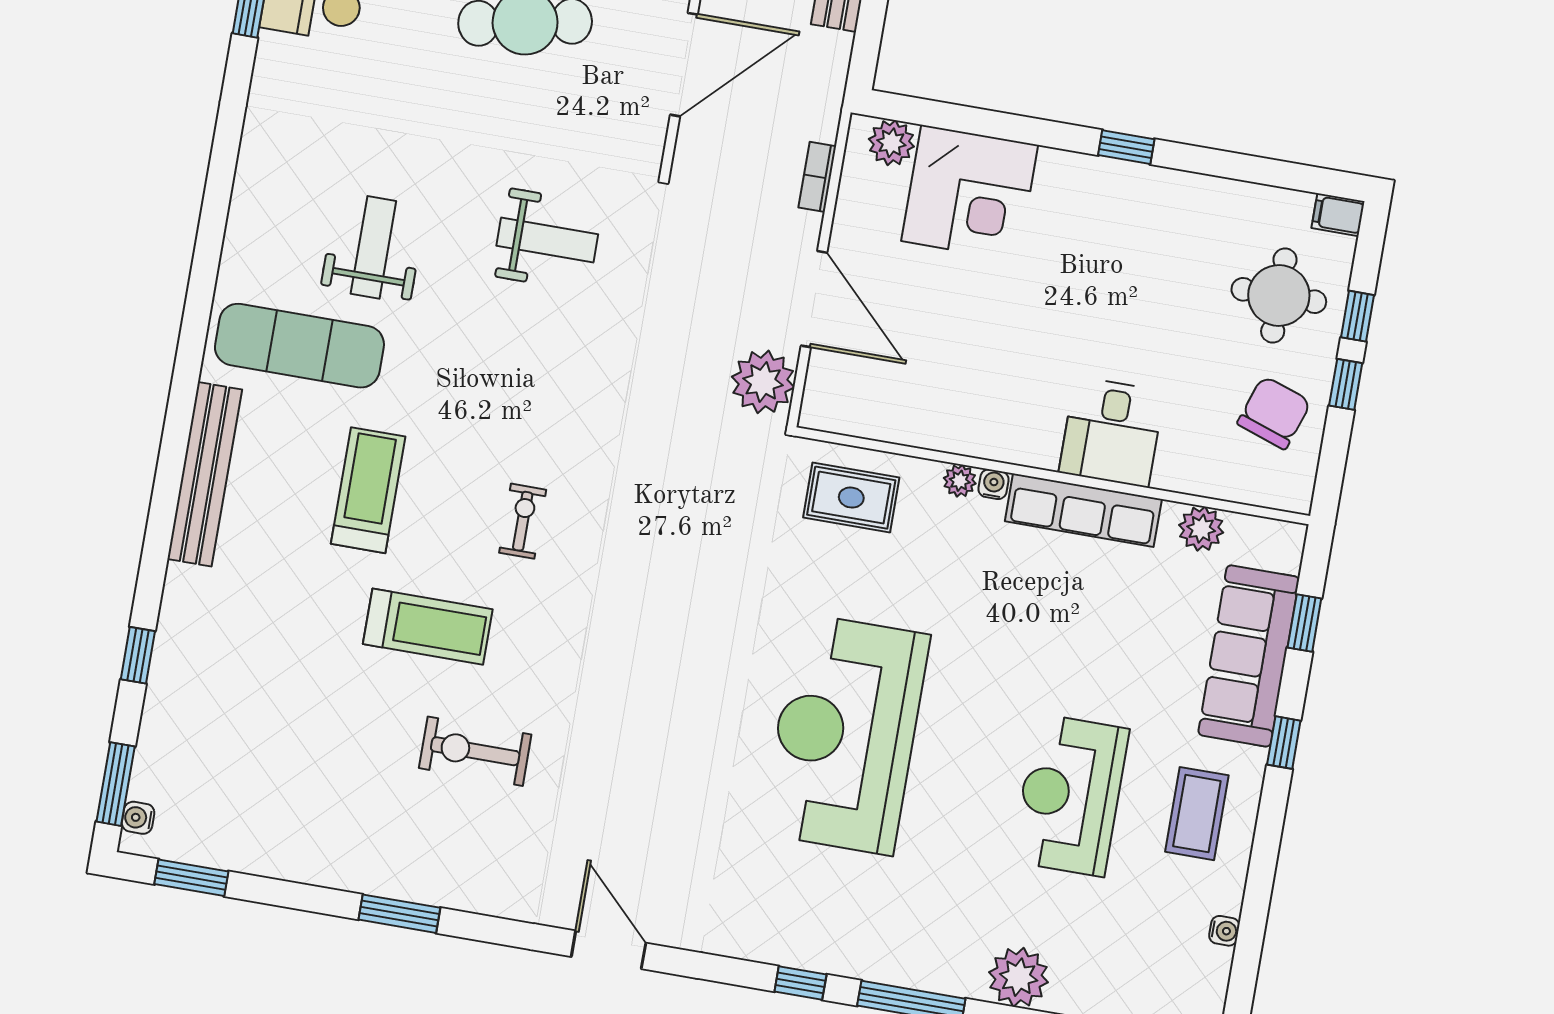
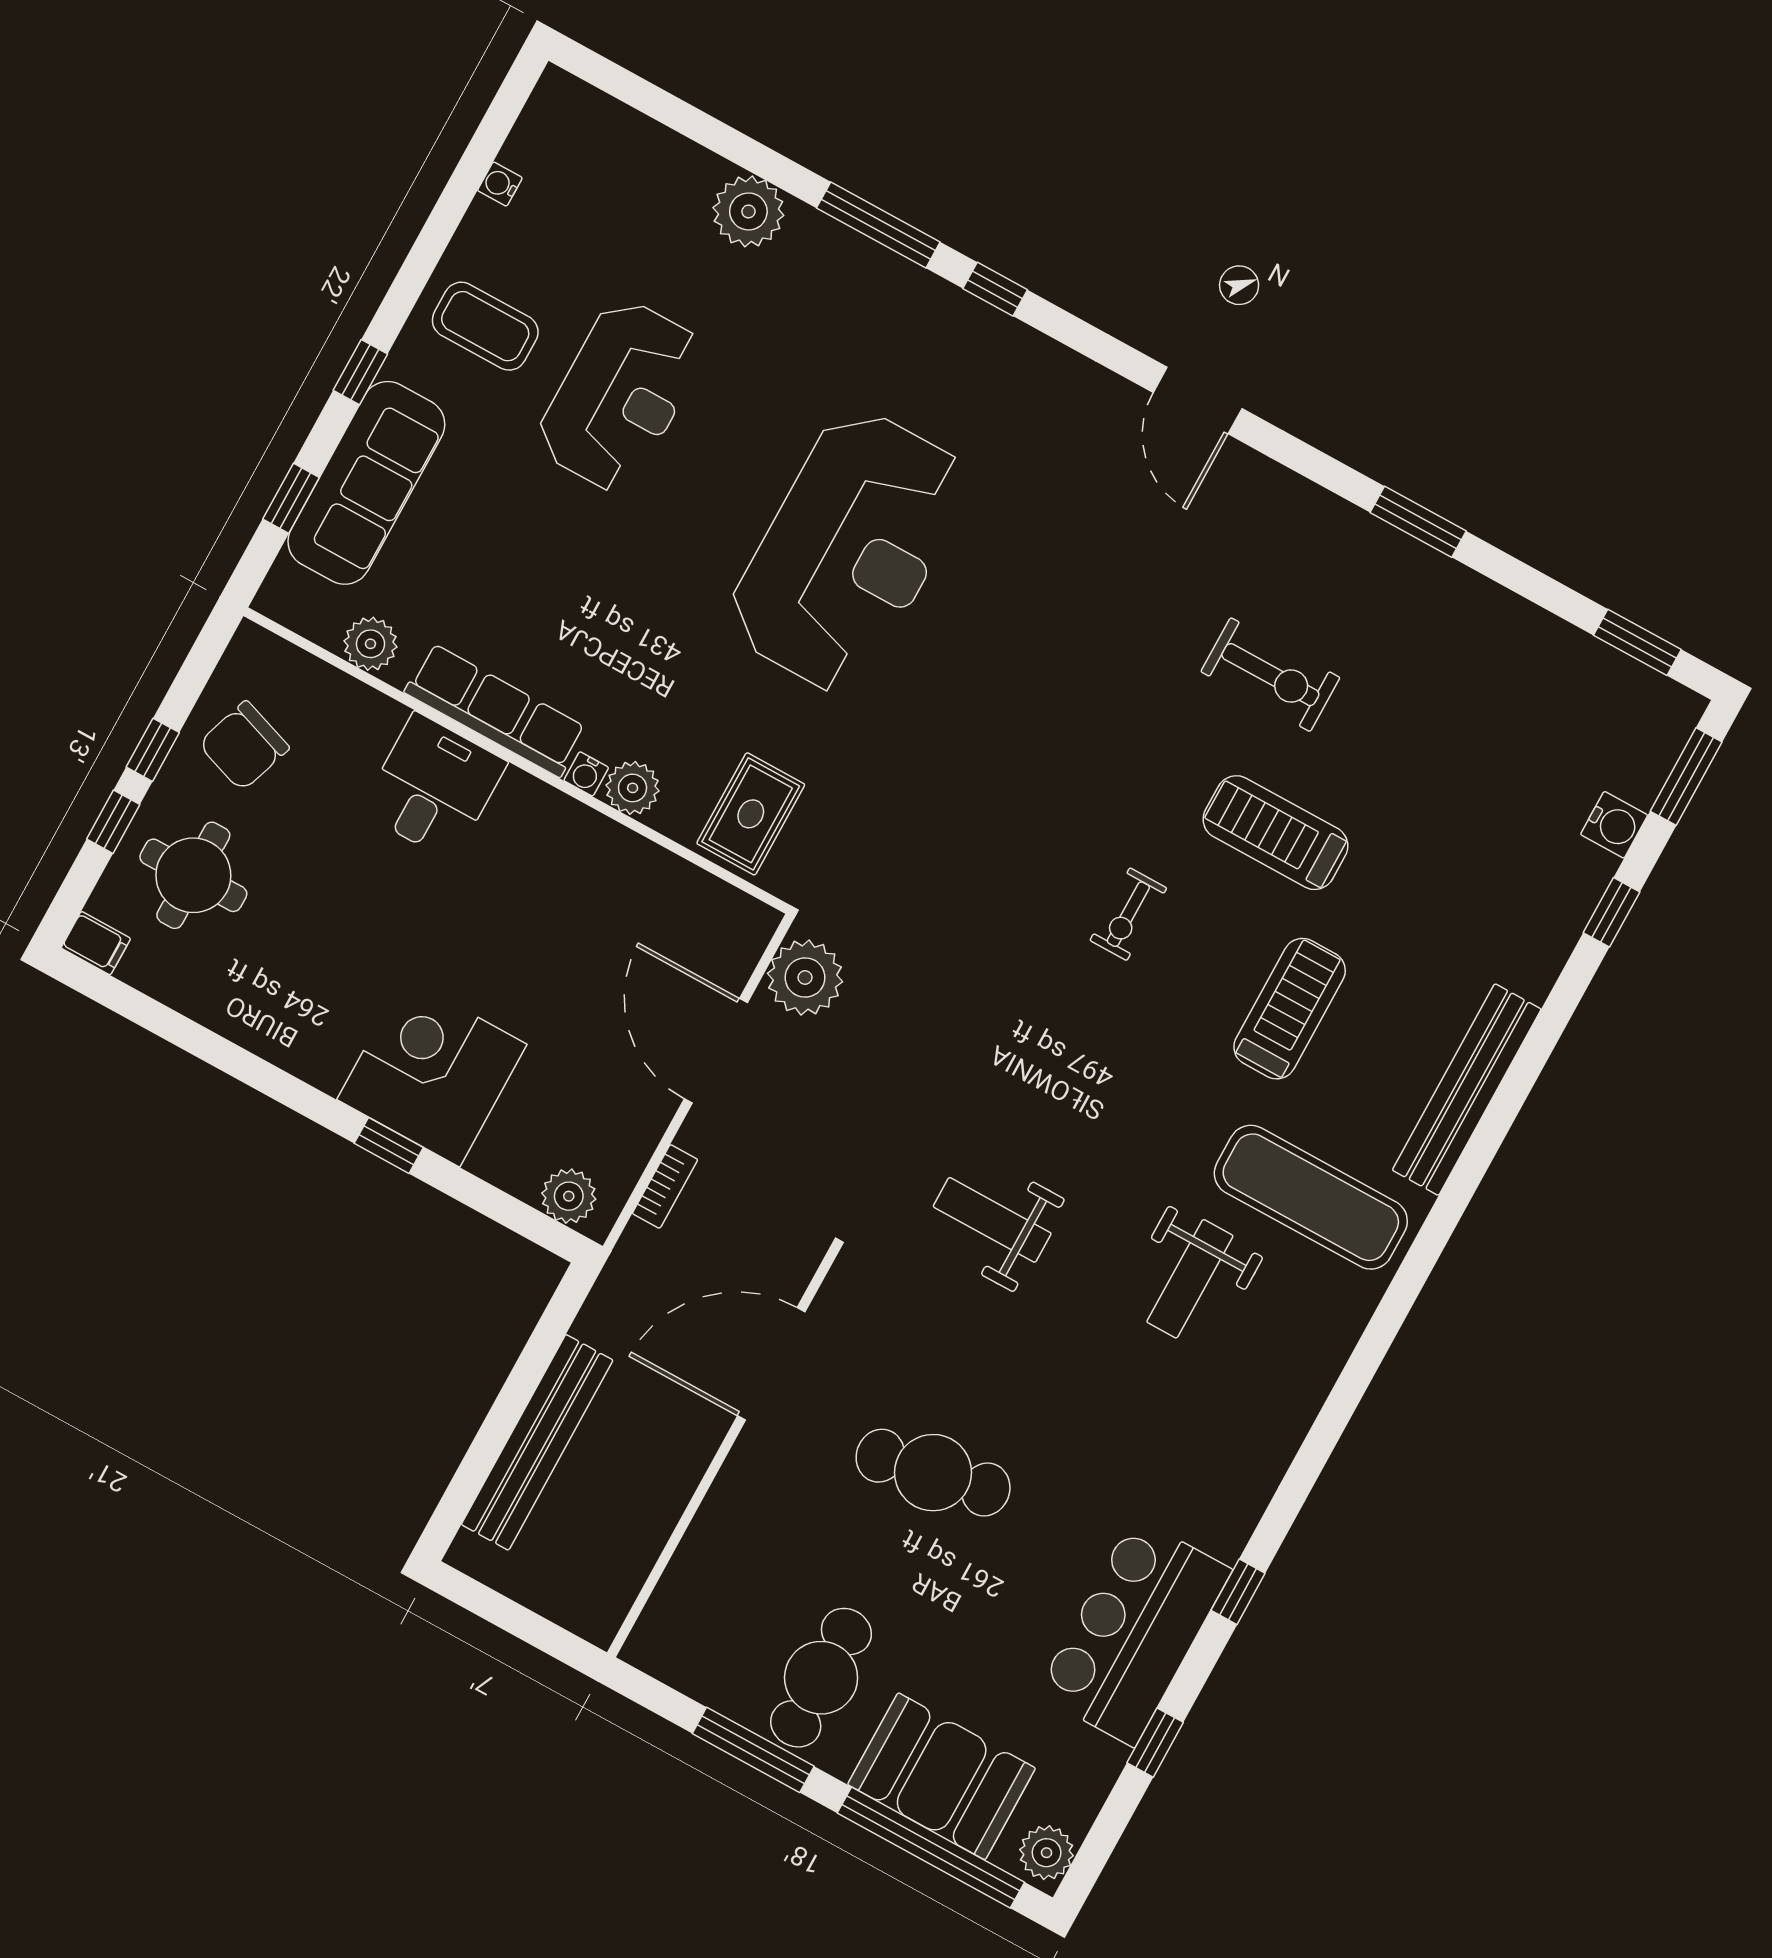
window: (1126, 147) -> (389, 1145), moved
corner desk: (970, 193) -> (432, 1072), moved
plant: (960, 481) -> (633, 788), width x1.38, depth x1.38
treadmill: (368, 490) -> (1290, 1009), turned 180
rug: (851, 498) -> (751, 814), turned 90
coffee table: (1197, 814) -> (485, 326), turned 90
water cooler: (138, 818) -> (1614, 825), moved, width x1.38, depth x1.38

